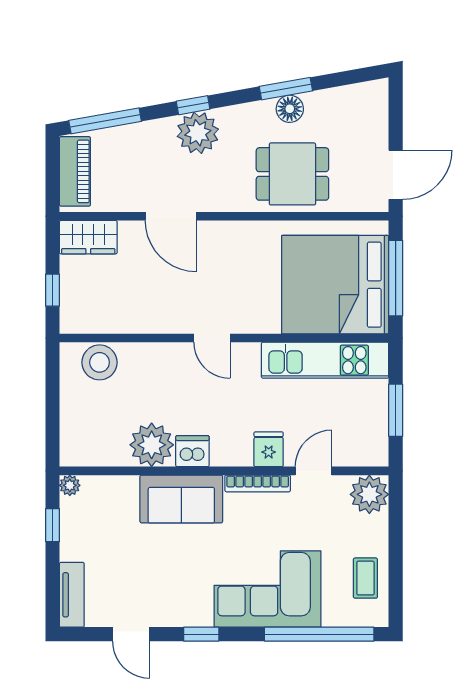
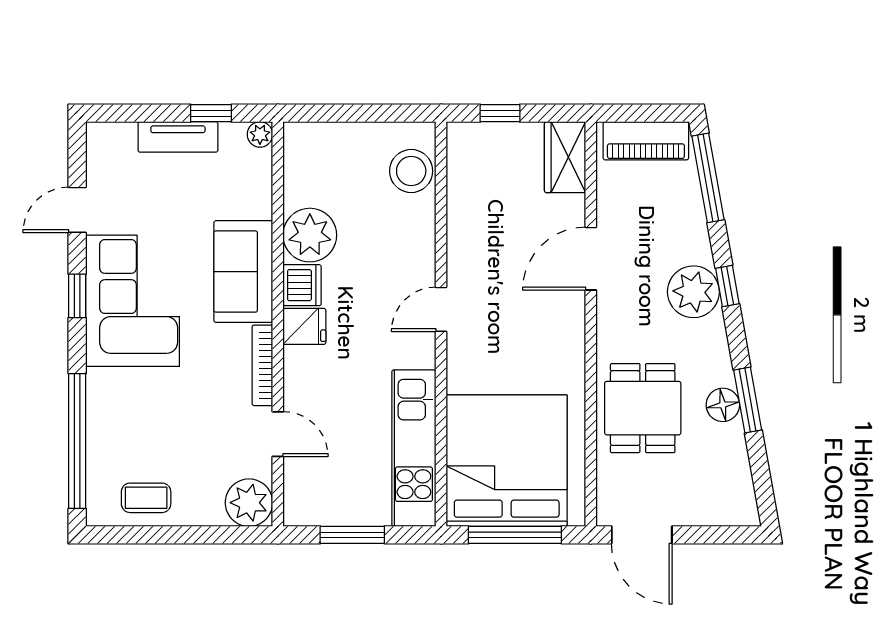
fridge: (269, 449) -> (304, 326), moved
corner sofa: (268, 589) -> (133, 301), moved
tv unit: (72, 595) -> (178, 137), moved

